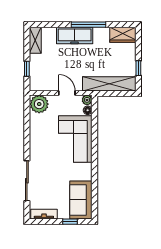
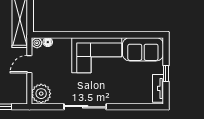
corner sofa: (75, 139) -> (97, 55), moved
sliding door: (27, 181) -> (85, 107), moved
window: (70, 222) -> (166, 74), moved

